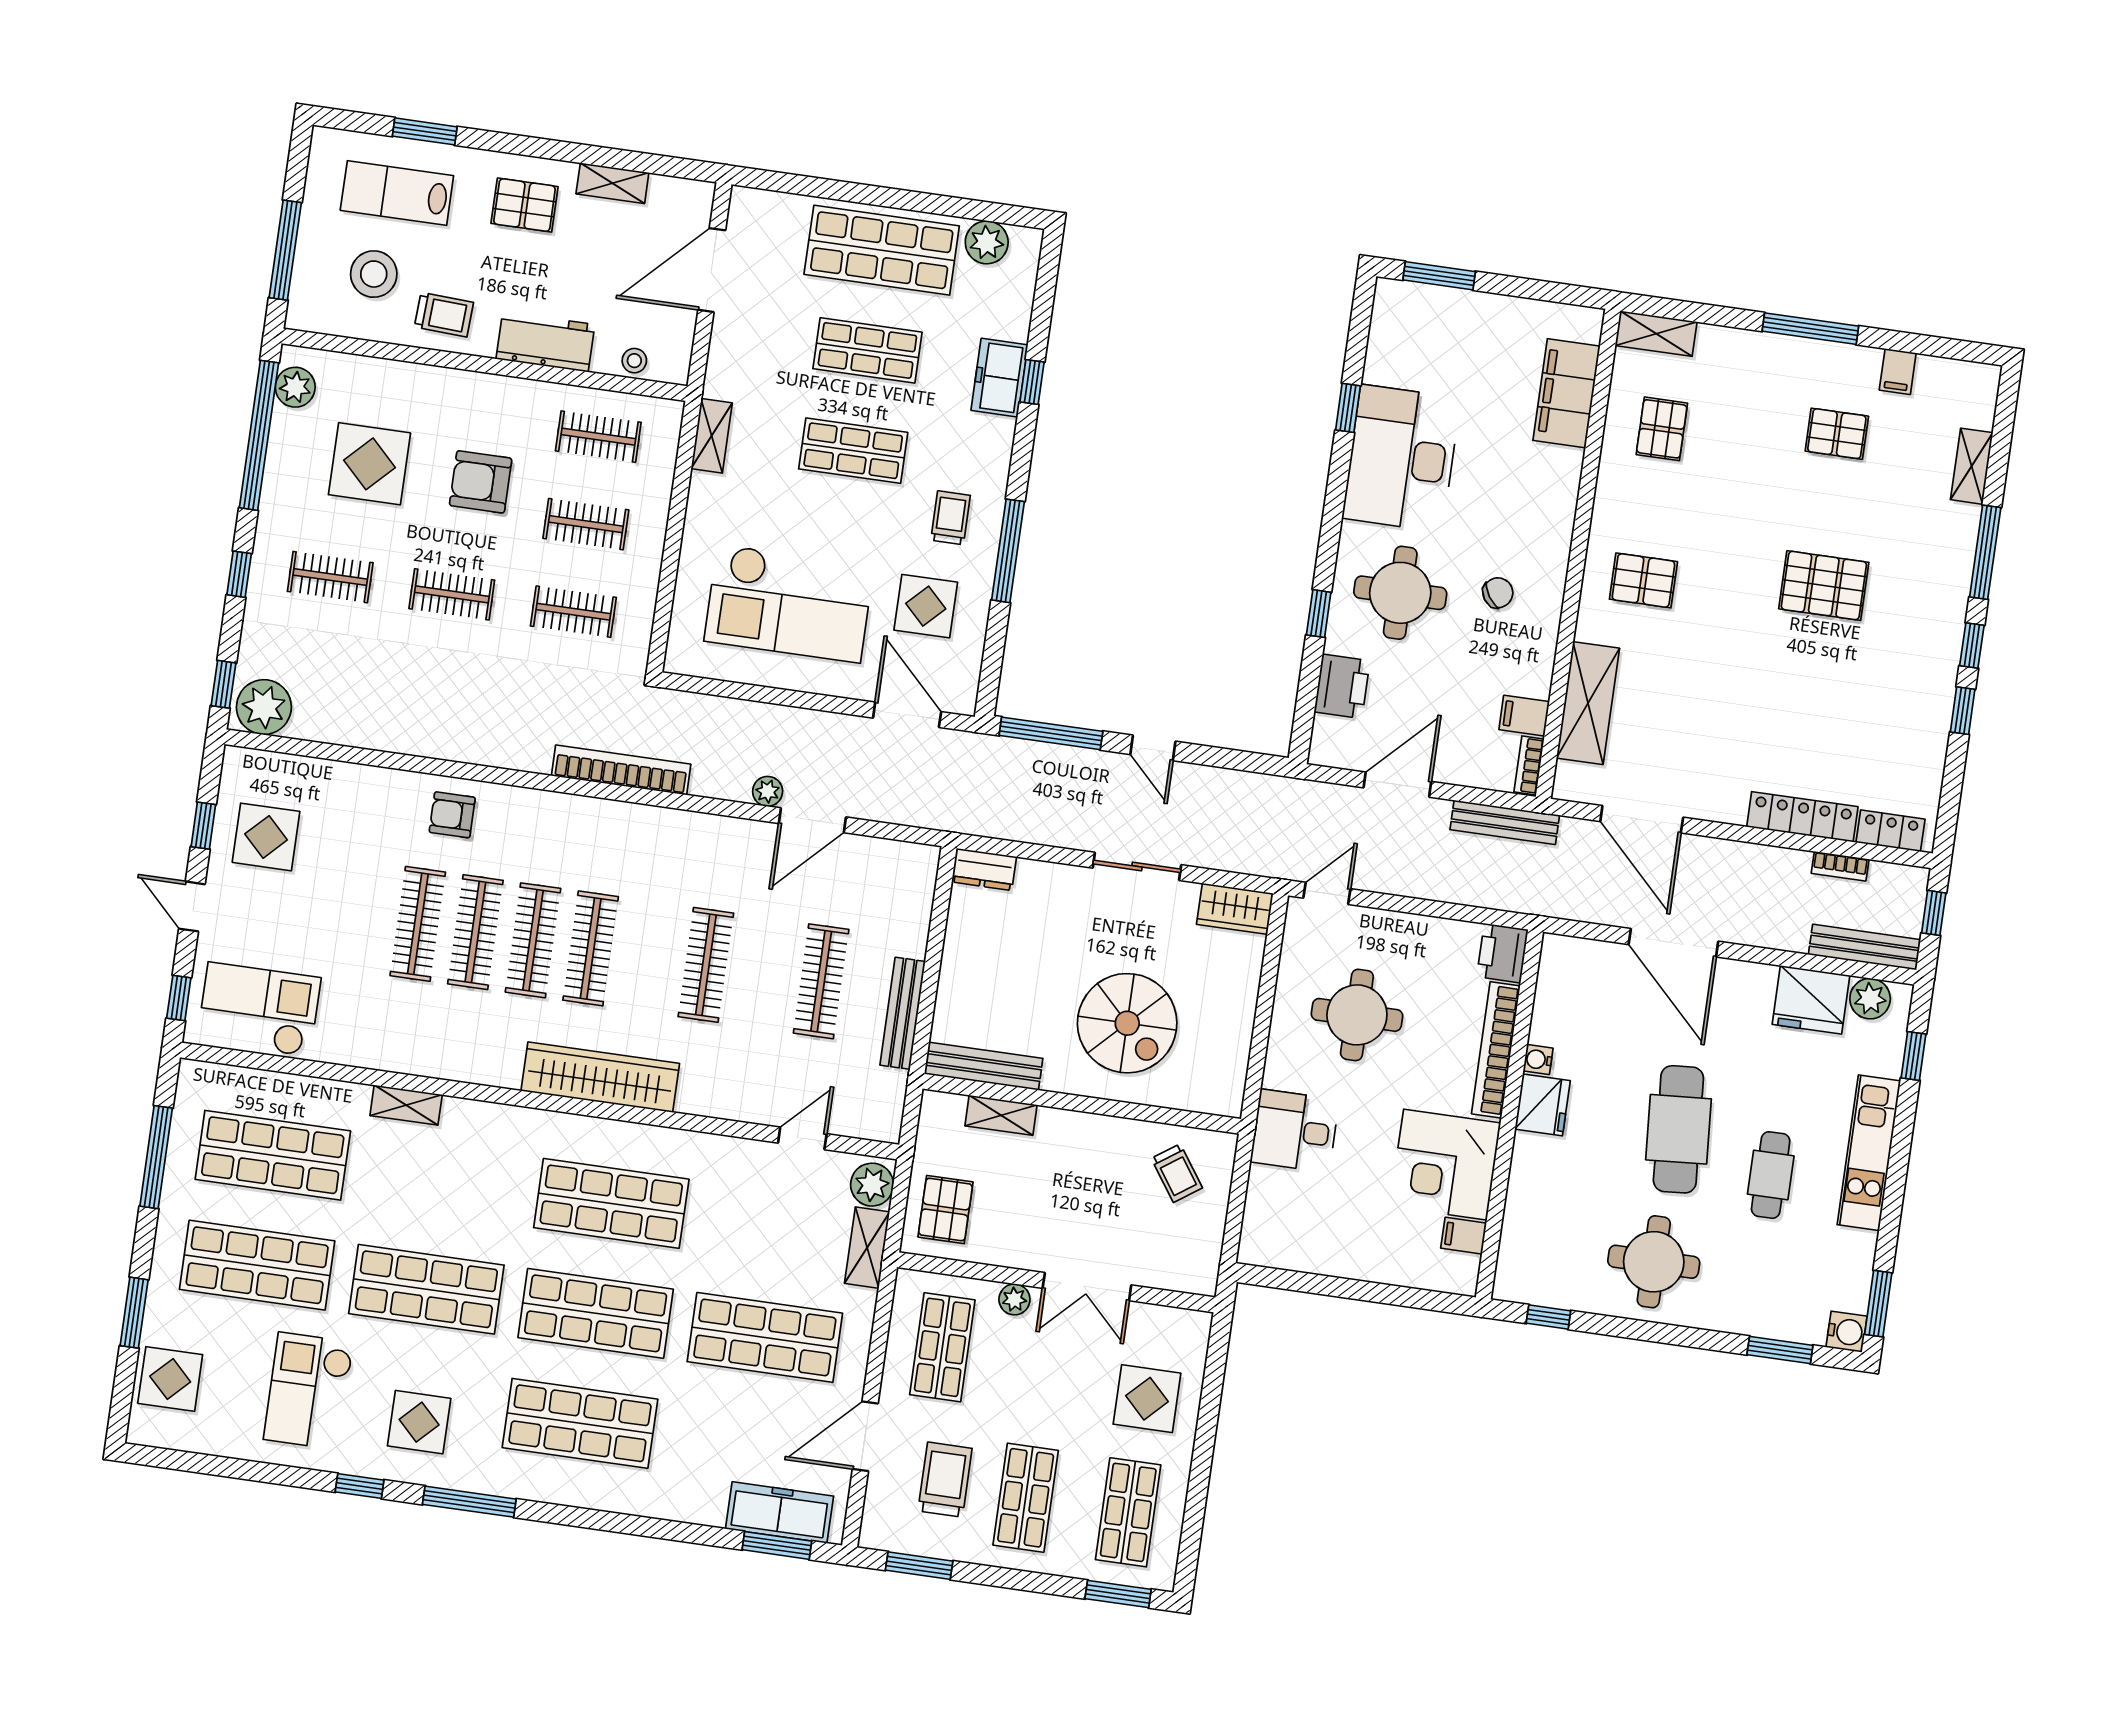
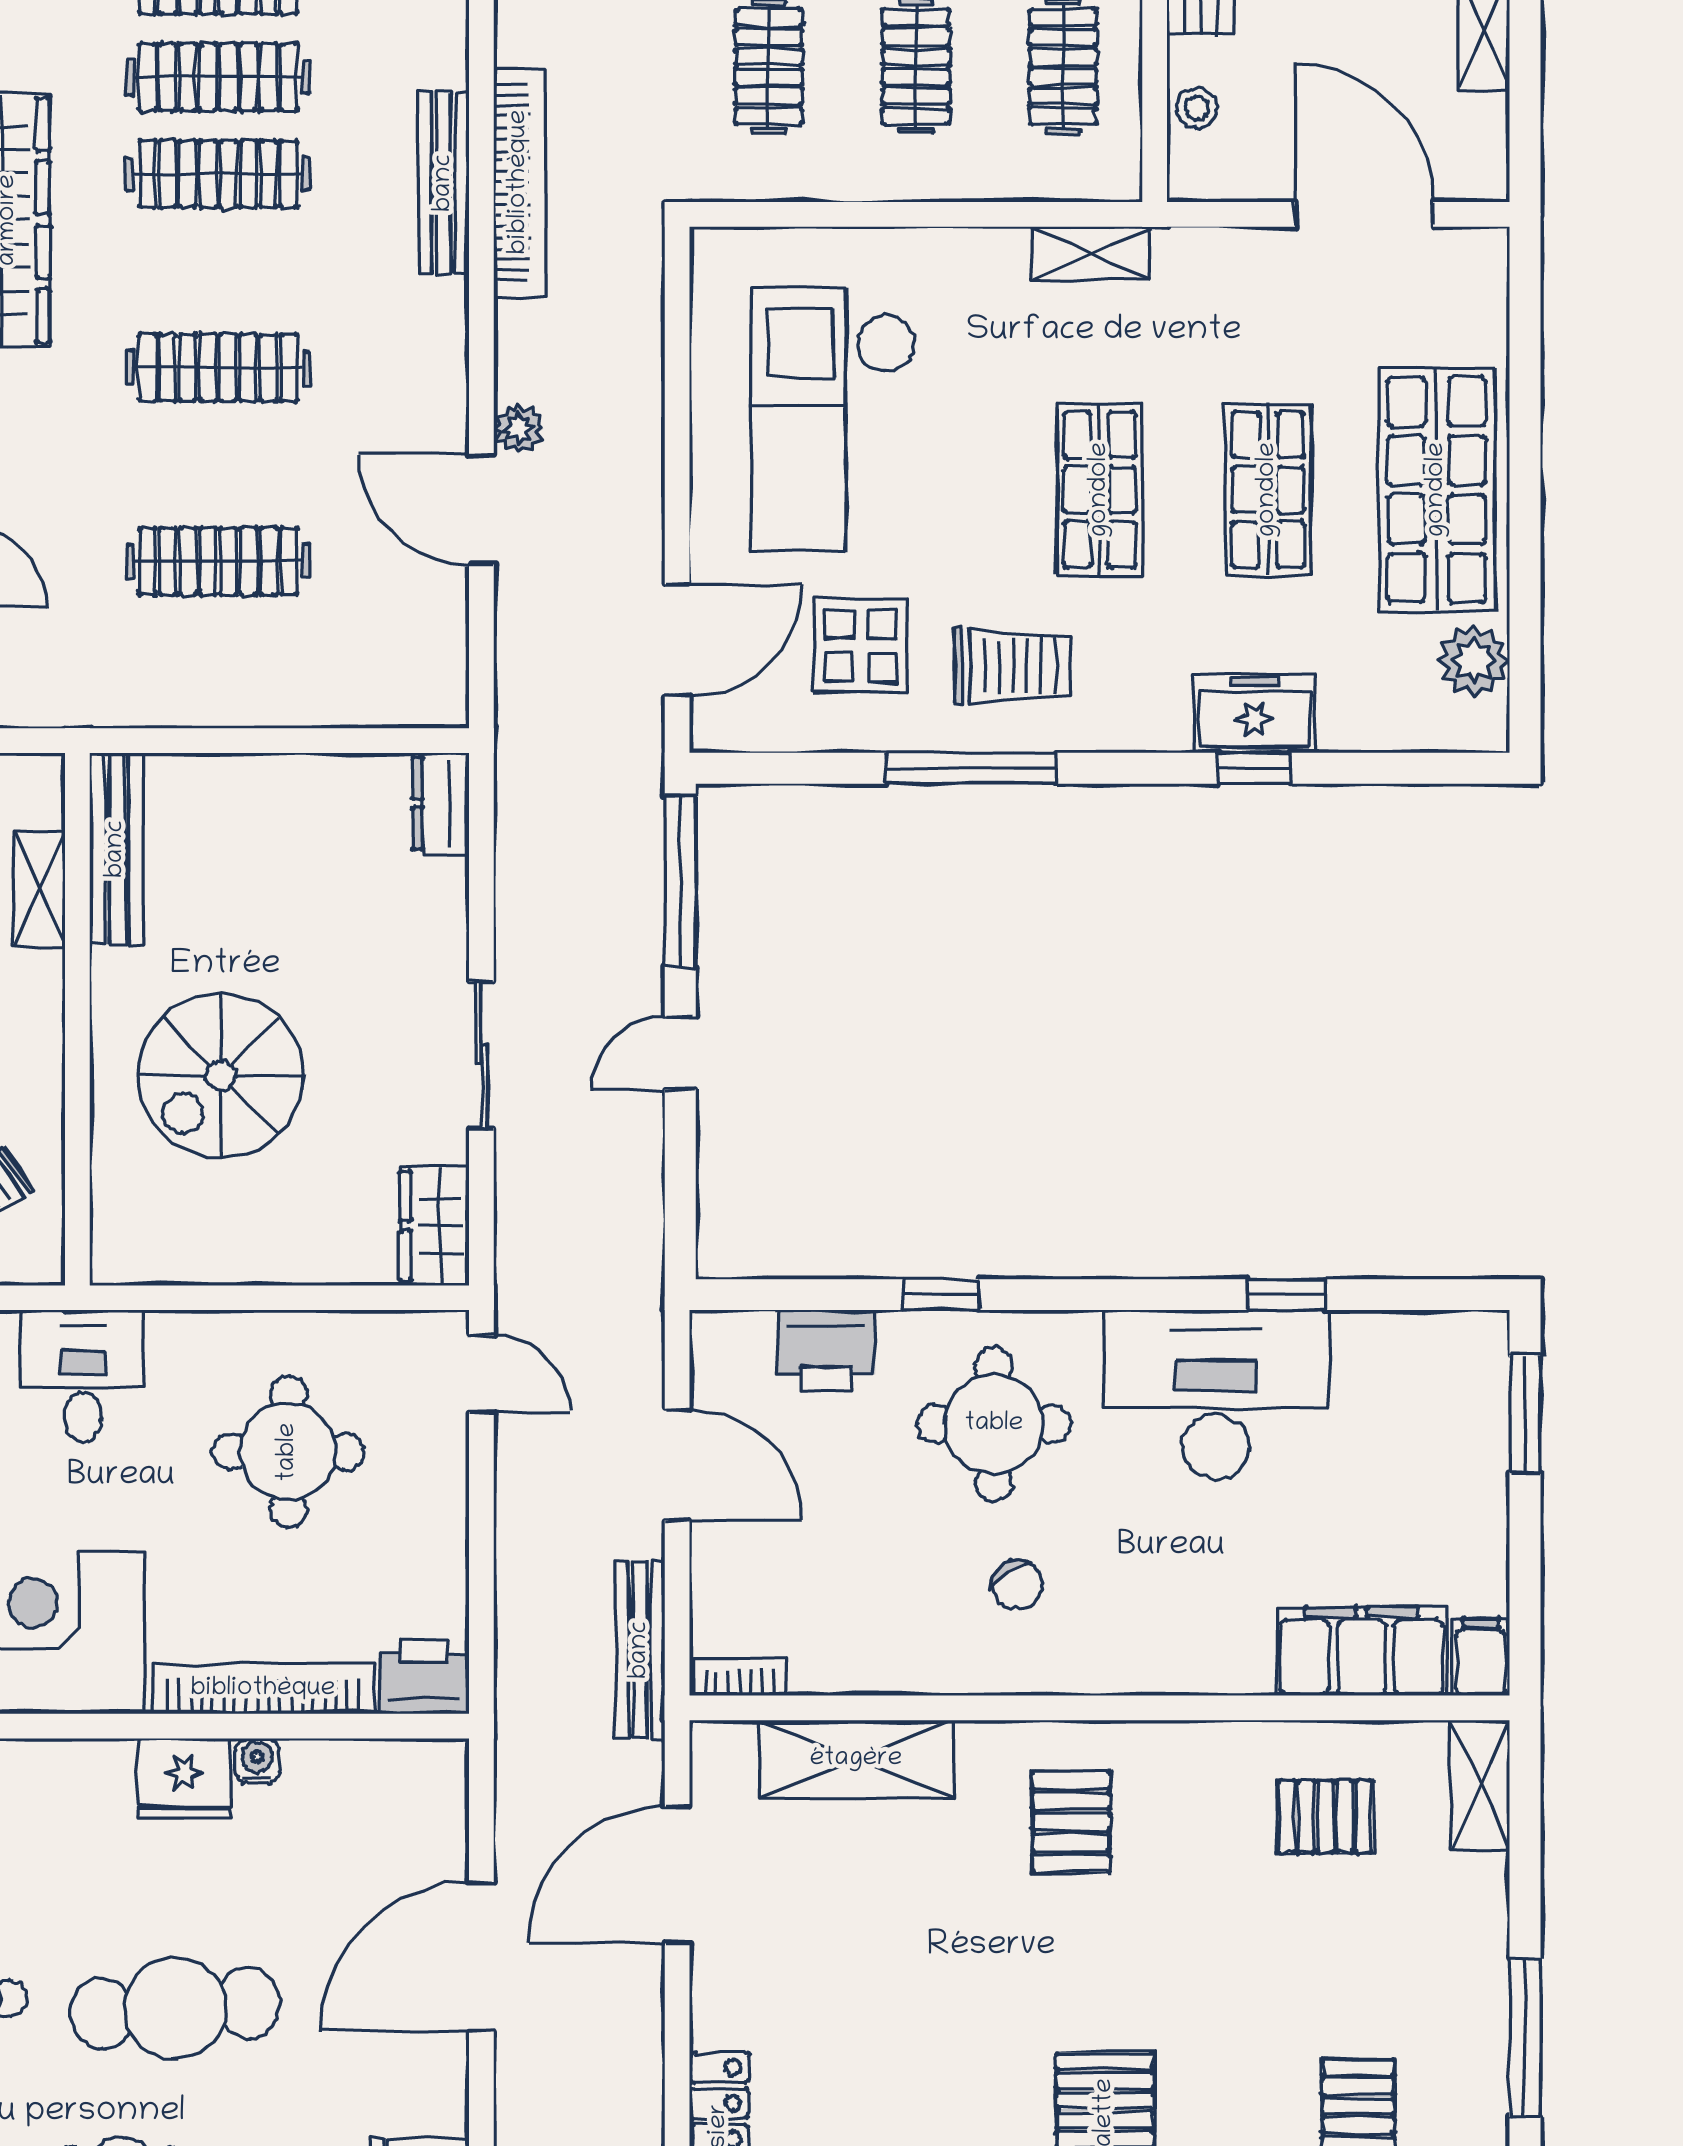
trolley: (951, 518) -> (1012, 666), width x1.36, depth x1.39
filing cabinet: (1524, 716) -> (1481, 1657), moved
bench: (903, 1013) -> (444, 183), moved, turned 90

